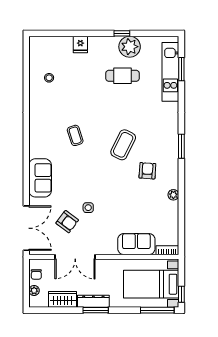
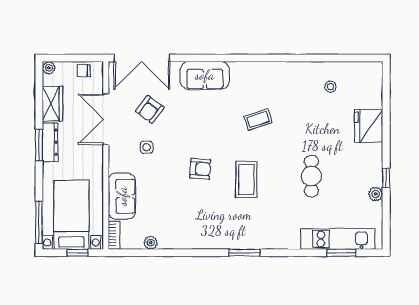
fridge: (80, 44) -> (369, 126), width x1.88, depth x1.34
plant: (130, 47) -> (376, 194), width x0.53, depth x0.53
cafe table: (122, 76) -> (311, 176), moved
coffee table: (123, 145) -> (246, 180), turned 64
armchair: (147, 171) -> (200, 169), moved
plant: (173, 195) -> (151, 243), moved
side table: (88, 208) -> (147, 147), moved
plant: (34, 291) -> (49, 68), moved
window: (181, 294) -> (78, 253), moved

